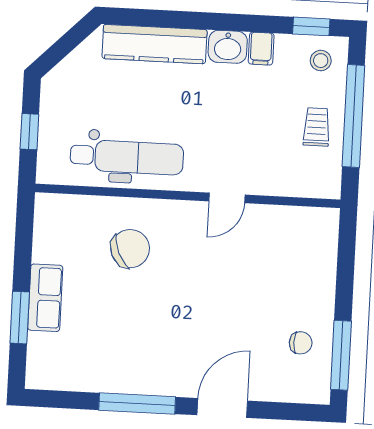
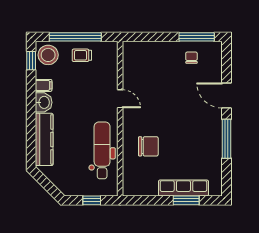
stool: (321, 61) -> (48, 55), width x1.89, depth x1.89
chair: (130, 249) -> (148, 146), turned 114
row of seats: (45, 298) -> (183, 188), width x1.48

